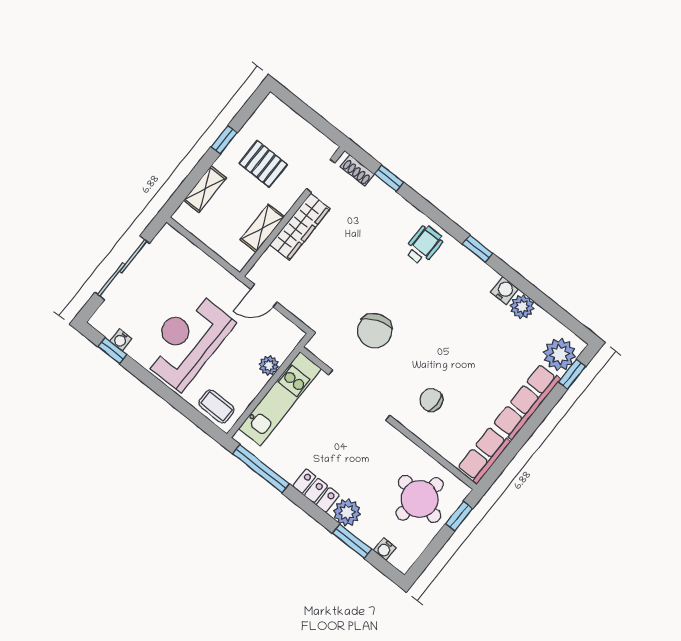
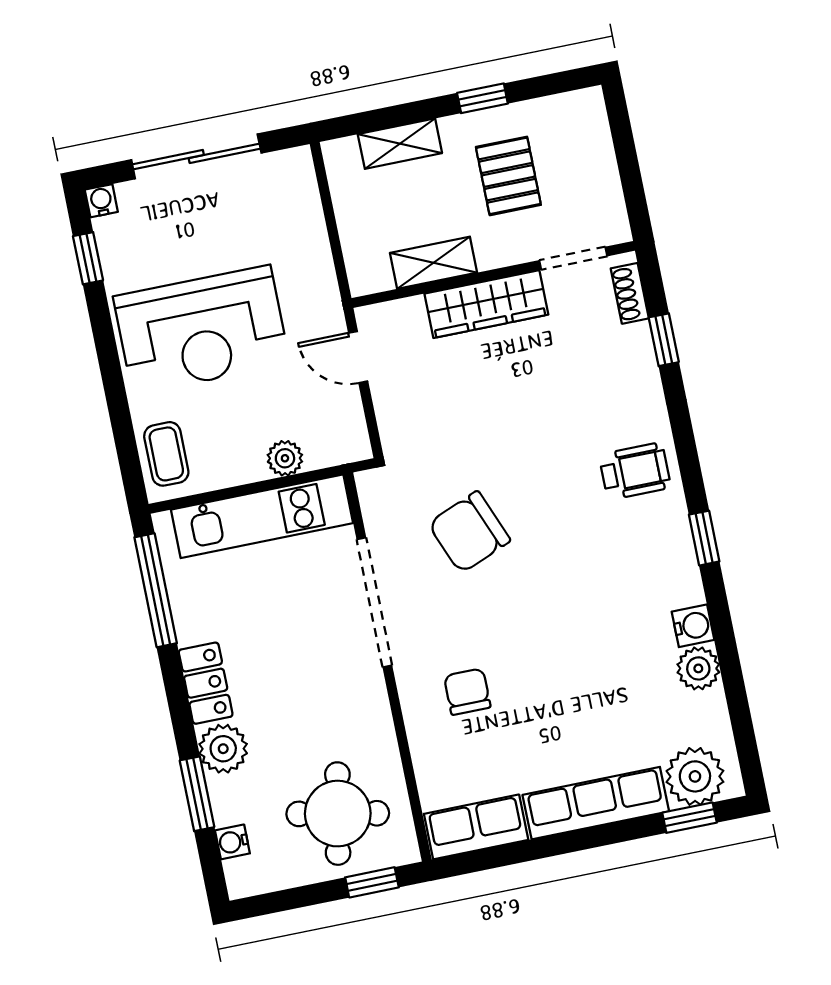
water cooler: (121, 340) -> (101, 201), moved, turned 90
reception desk: (187, 340) -> (202, 330), turned 180

